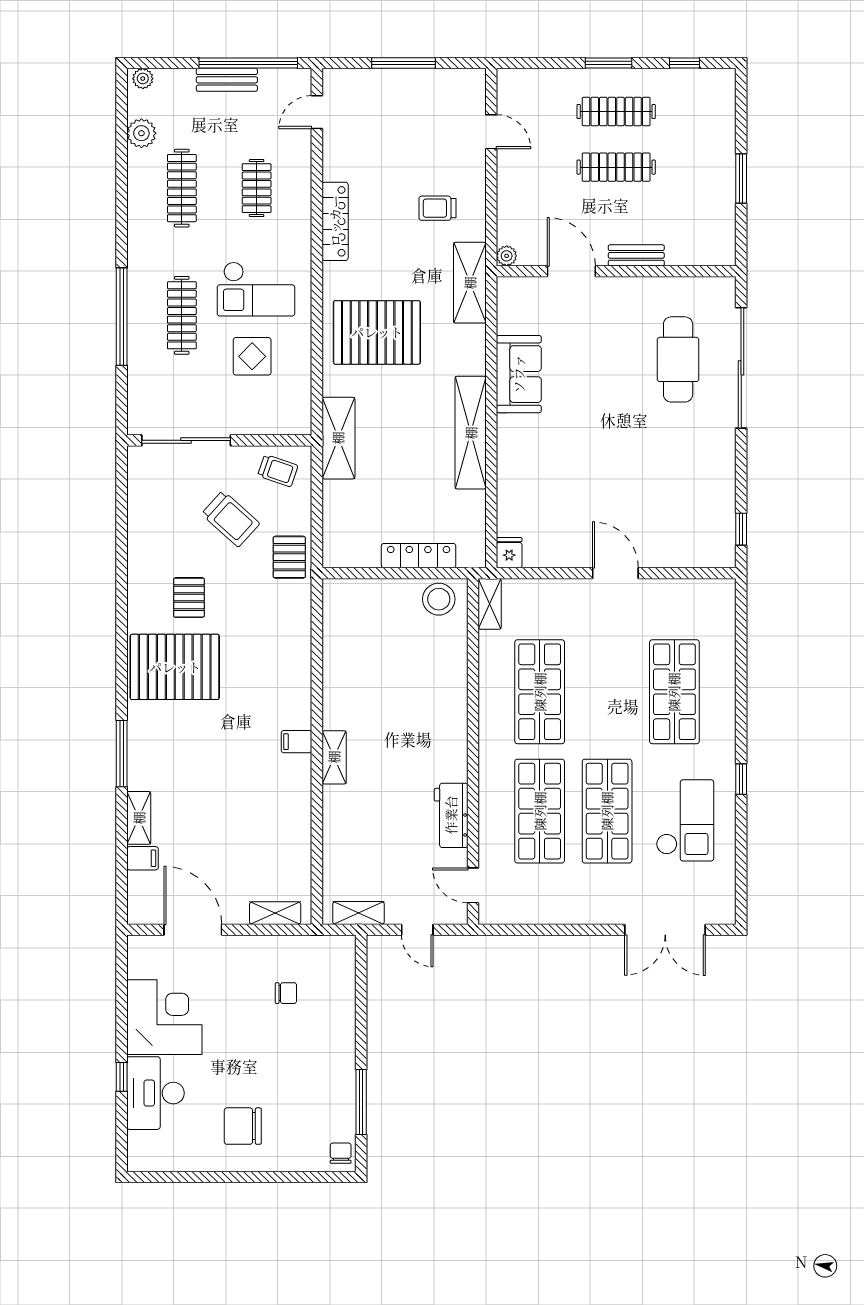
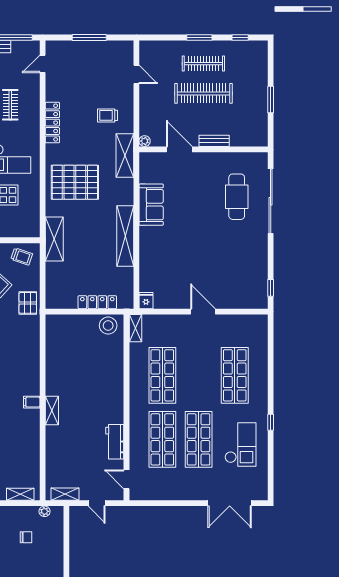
clothes rail: (616, 167) -> (203, 93), width x1.37, depth x1.31
plant: (320, 945) -> (45, 511), added

